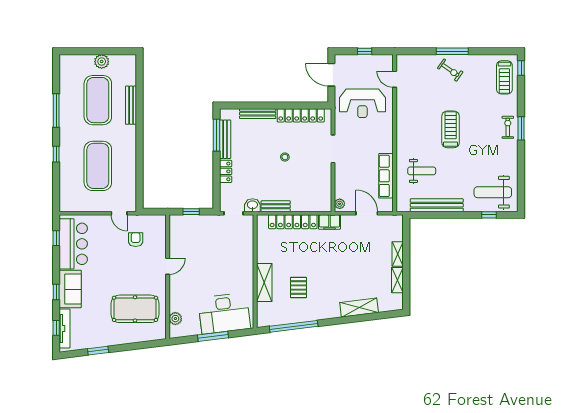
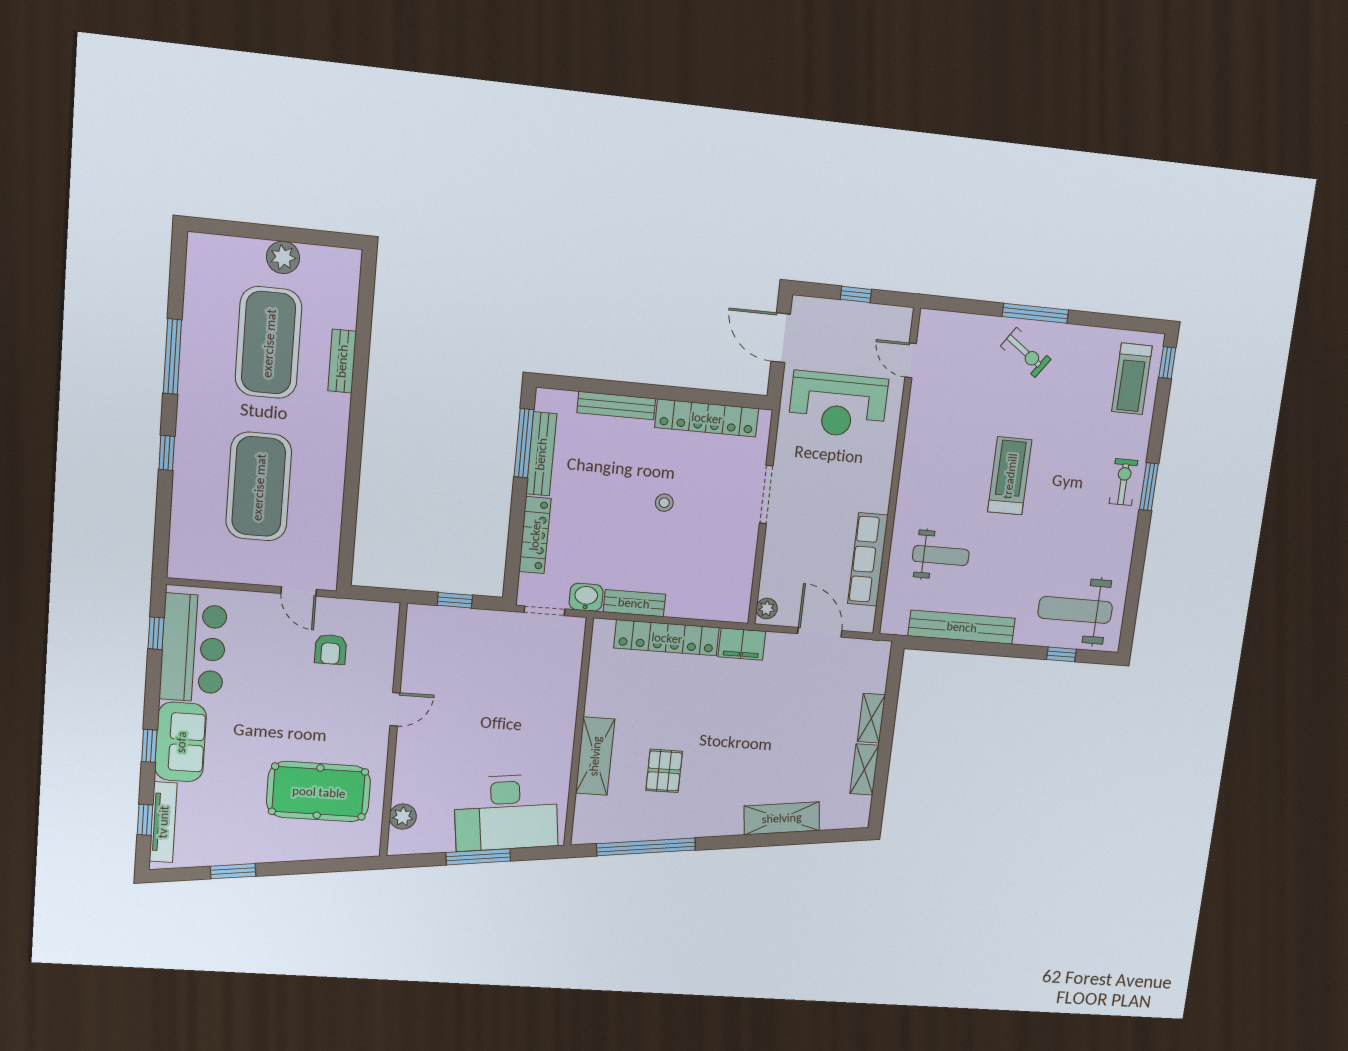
bench: (131, 105) -> (342, 361), width x0.73
locker: (226, 171) -> (535, 535), width x1.53
armchair: (136, 240) -> (331, 649), turned 180

